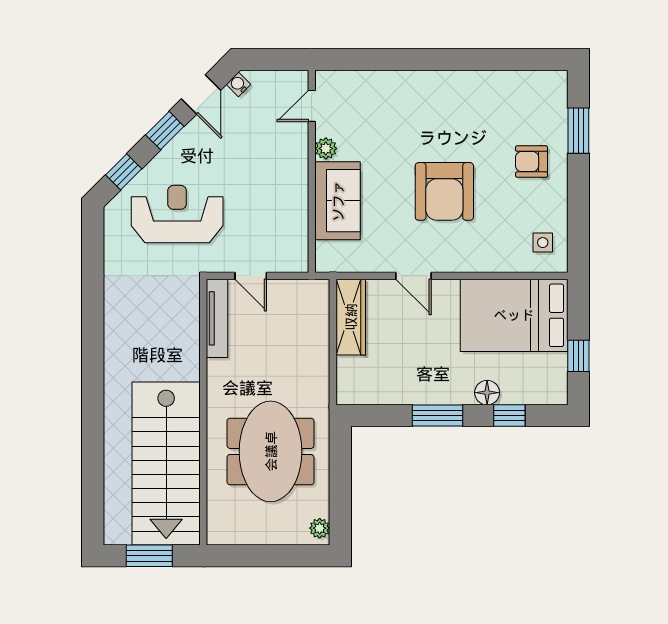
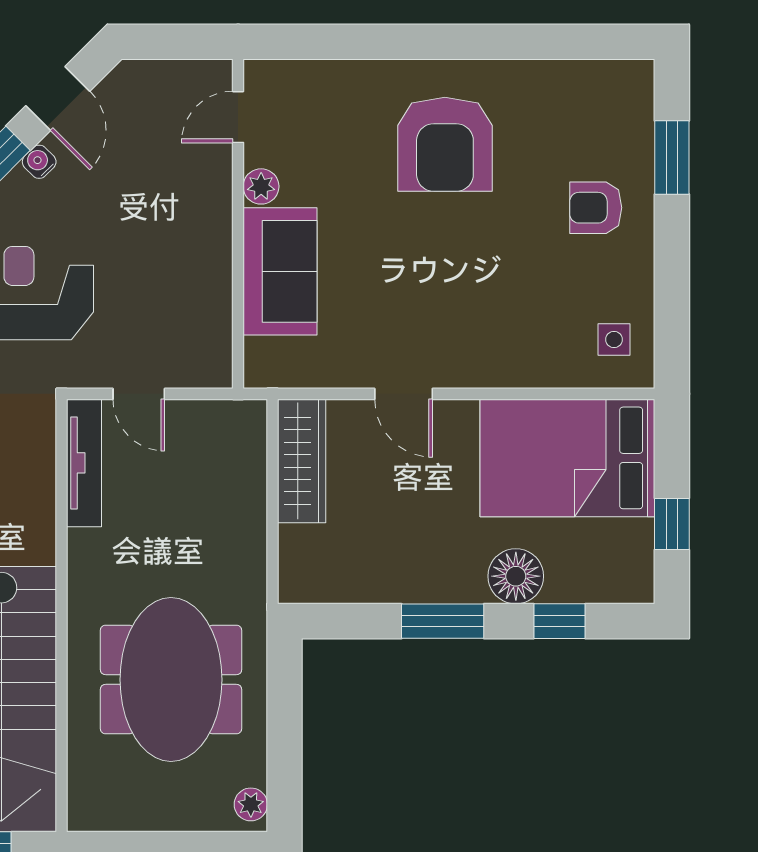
water cooler: (238, 84) -> (39, 162), moved
armchair: (444, 191) -> (445, 144), moved
floor lamp: (487, 393) -> (516, 576), width x1.38, depth x1.38

